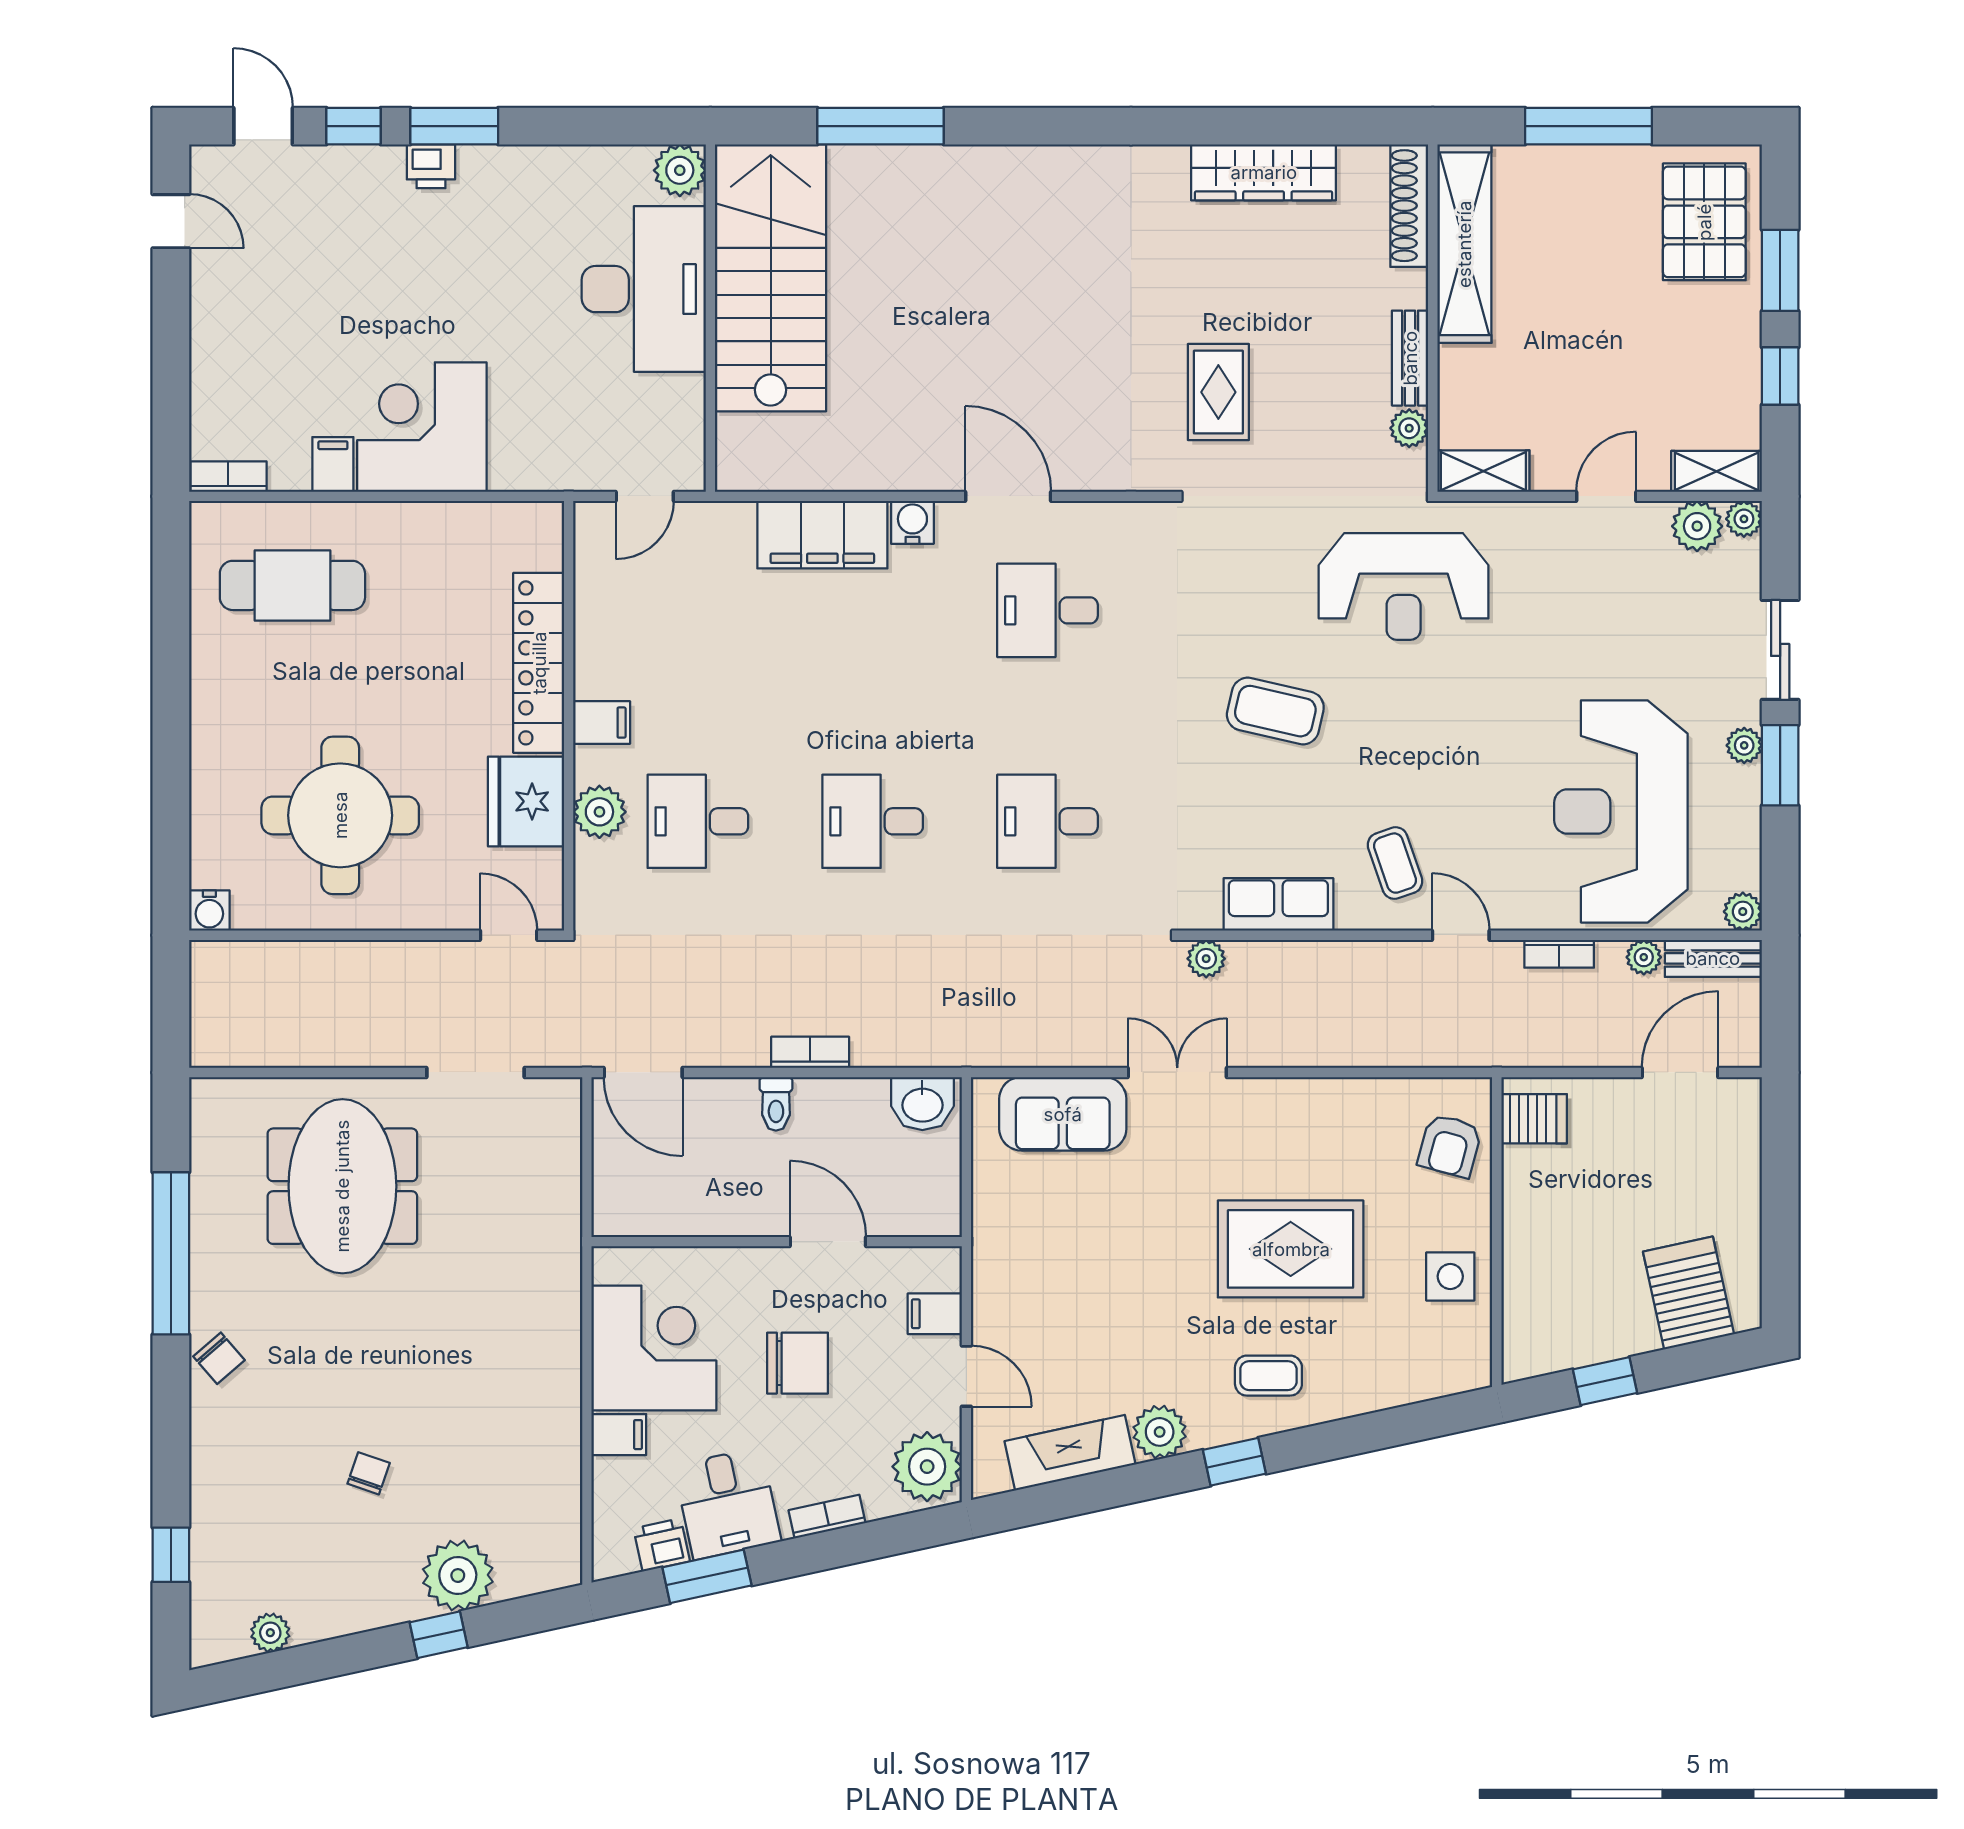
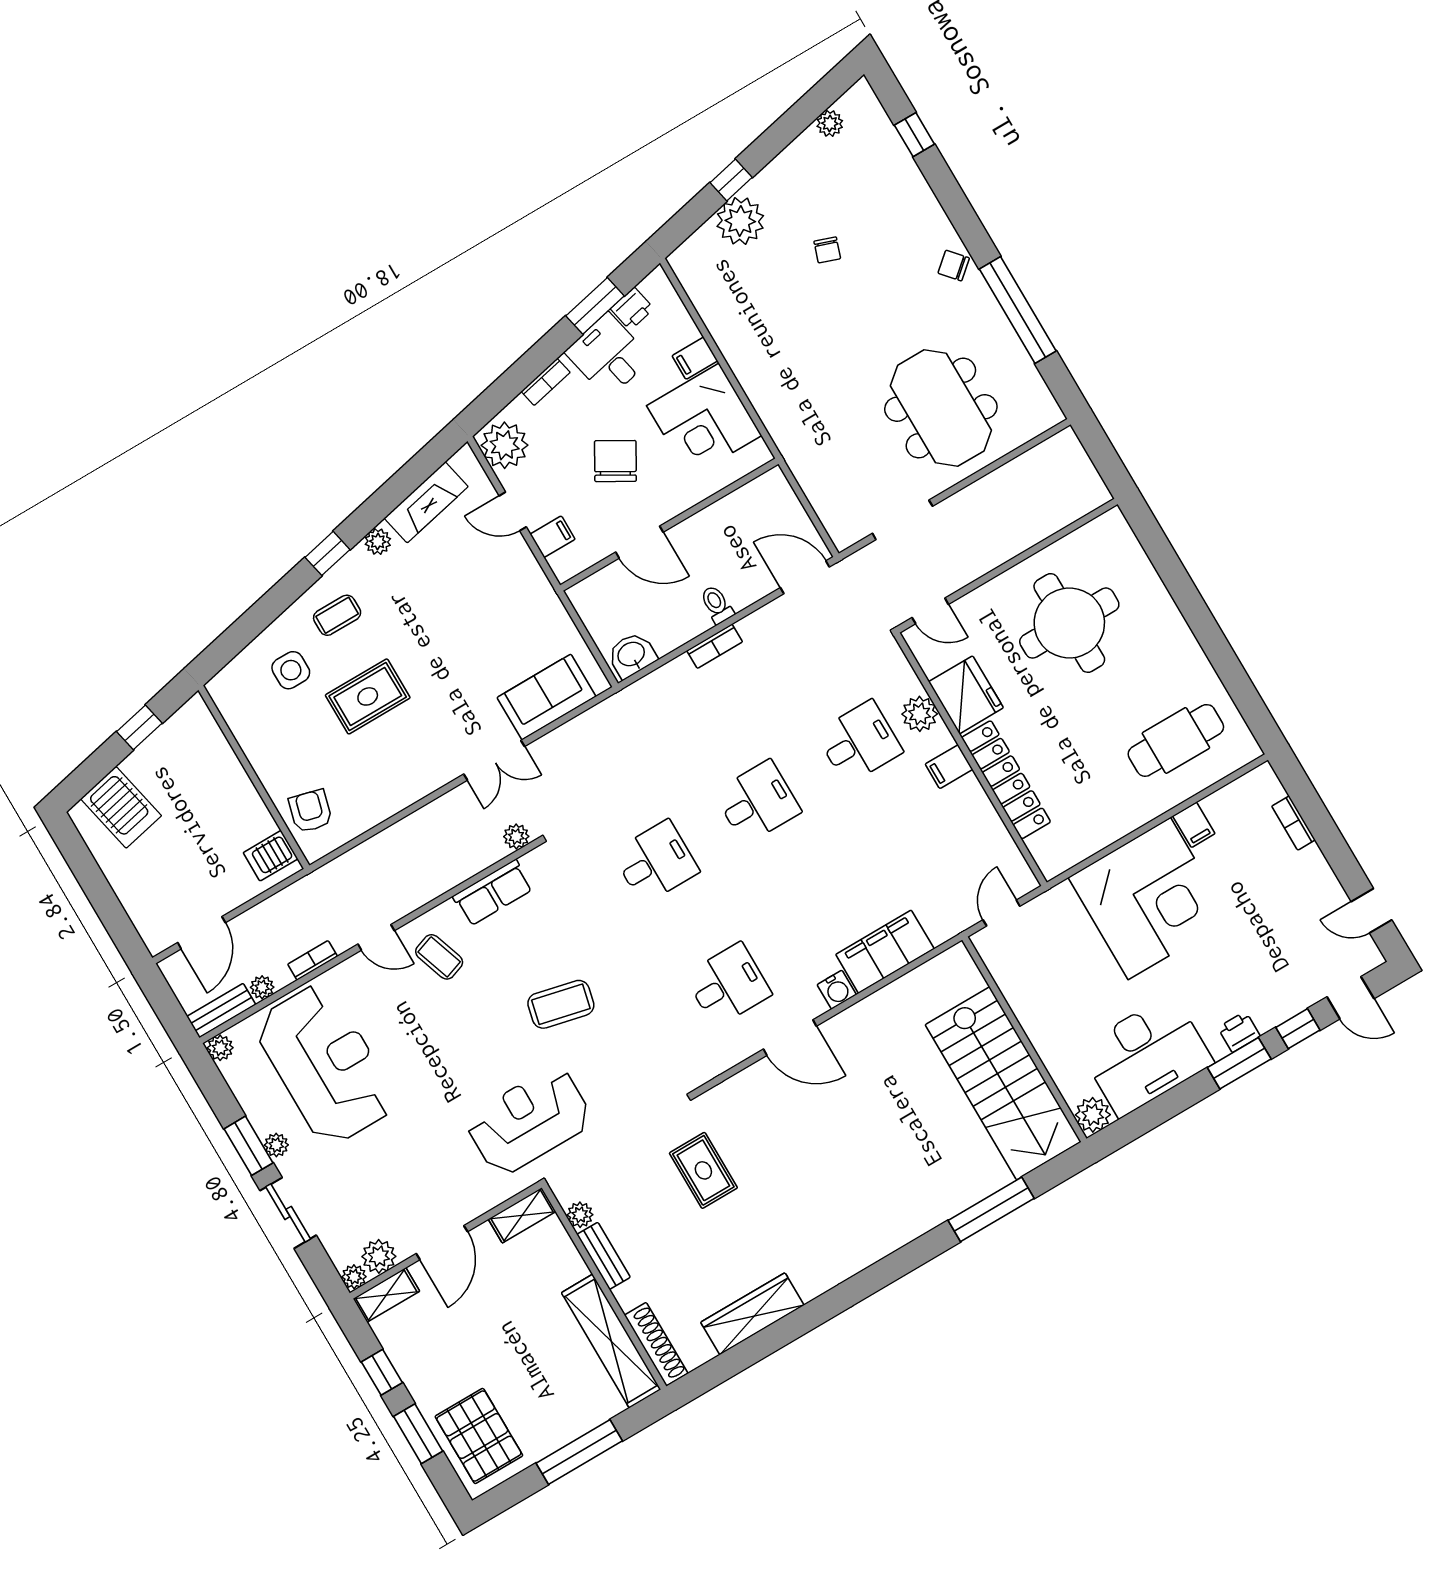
desk: (644, 289) -> (1146, 1055), moved, turned -90
corner desk: (422, 427) -> (1149, 899), width x1.36, depth x1.36
bookcase: (228, 477) -> (1294, 823), moved, turned 90
door: (1606, 496) -> (442, 1243), width x1.38
water cooler: (209, 911) -> (1113, 523), removed
rug: (1291, 1249) -> (368, 696), width x0.73, depth x0.70
side table: (1450, 1276) -> (291, 670), moved
chair: (798, 1363) -> (615, 461), turned 120
plant: (1160, 1432) -> (378, 542), width x0.73, depth x0.73

